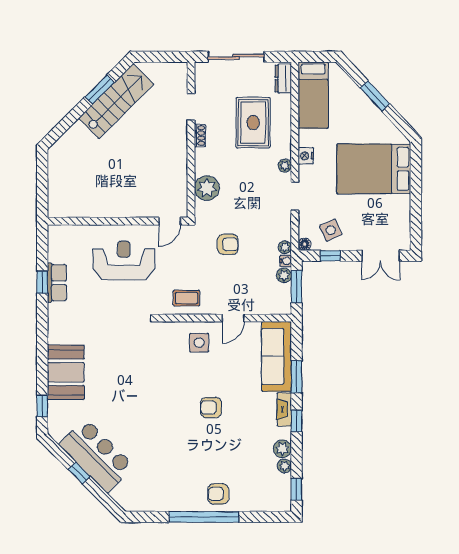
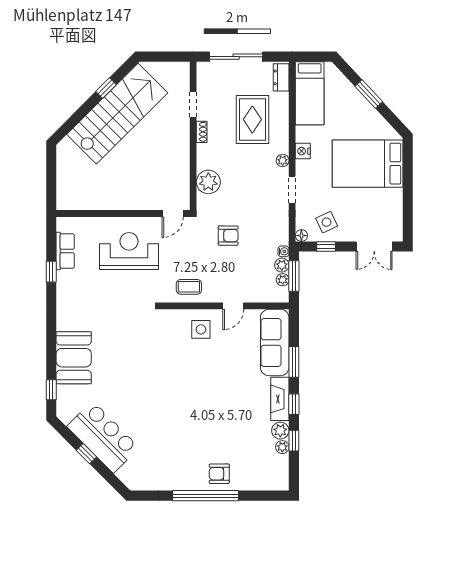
window: (100, 90) -> (106, 88), width x0.67
stairs: (116, 101) -> (117, 114), width x1.36, depth x1.51
plant: (285, 247) -> (283, 280), moved
row of seats: (57, 283) -> (65, 251), moved
armchair: (211, 408) -> (212, 391), removed
fireplace: (284, 409) -> (280, 399), width x1.37, depth x1.32
window: (297, 489) -> (294, 441), moved

